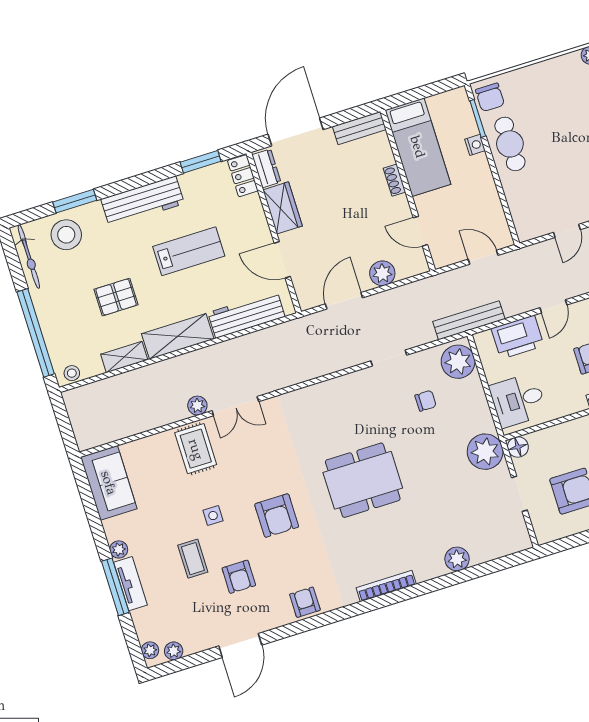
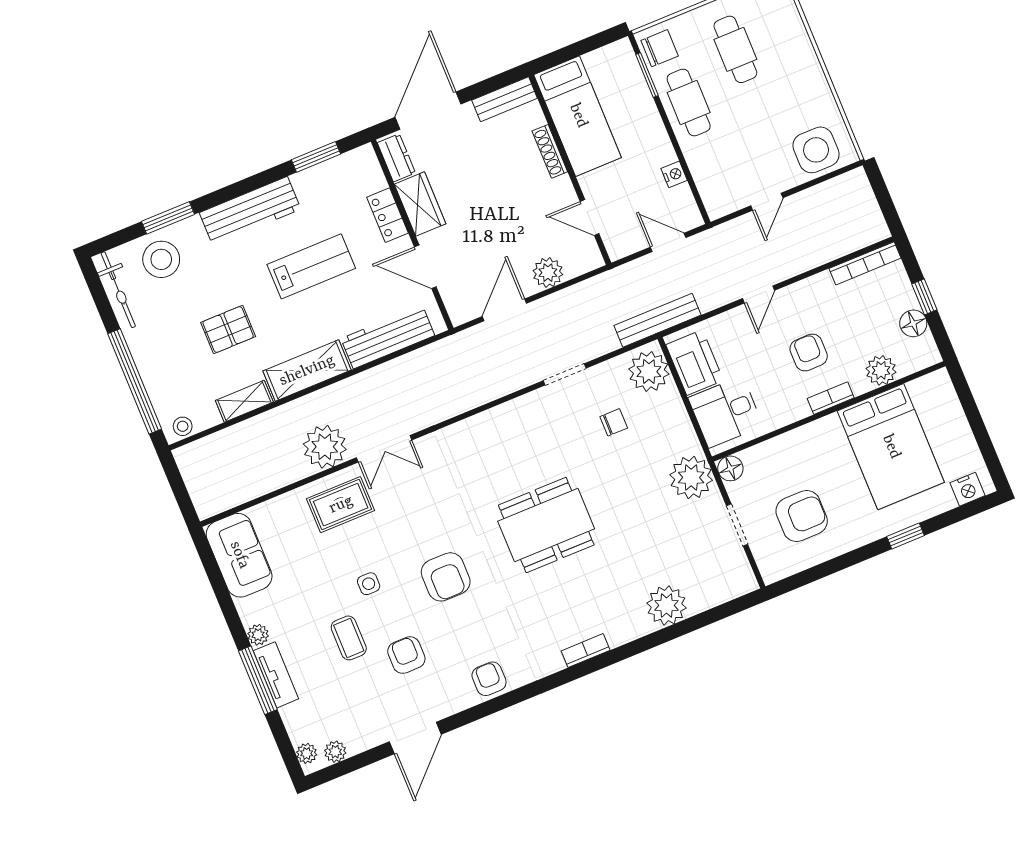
chair: (490, 97) -> (660, 48), turned -90
cafe table: (552, 104) -> (735, 49), added
nightstand: (475, 145) -> (674, 174), moved
locker: (243, 176) -> (388, 215), moved
shoe rack: (395, 180) -> (550, 151), width x1.43
printer: (518, 337) -> (695, 363), moved, turned -90
plant: (197, 406) -> (325, 447), width x1.88, depth x1.88
rug: (196, 449) -> (341, 505), turned 90
plant: (457, 559) -> (667, 605), width x1.36, depth x1.36
armchair: (239, 577) -> (406, 655), turned 180
bookcase: (386, 586) -> (586, 651), width x0.64

